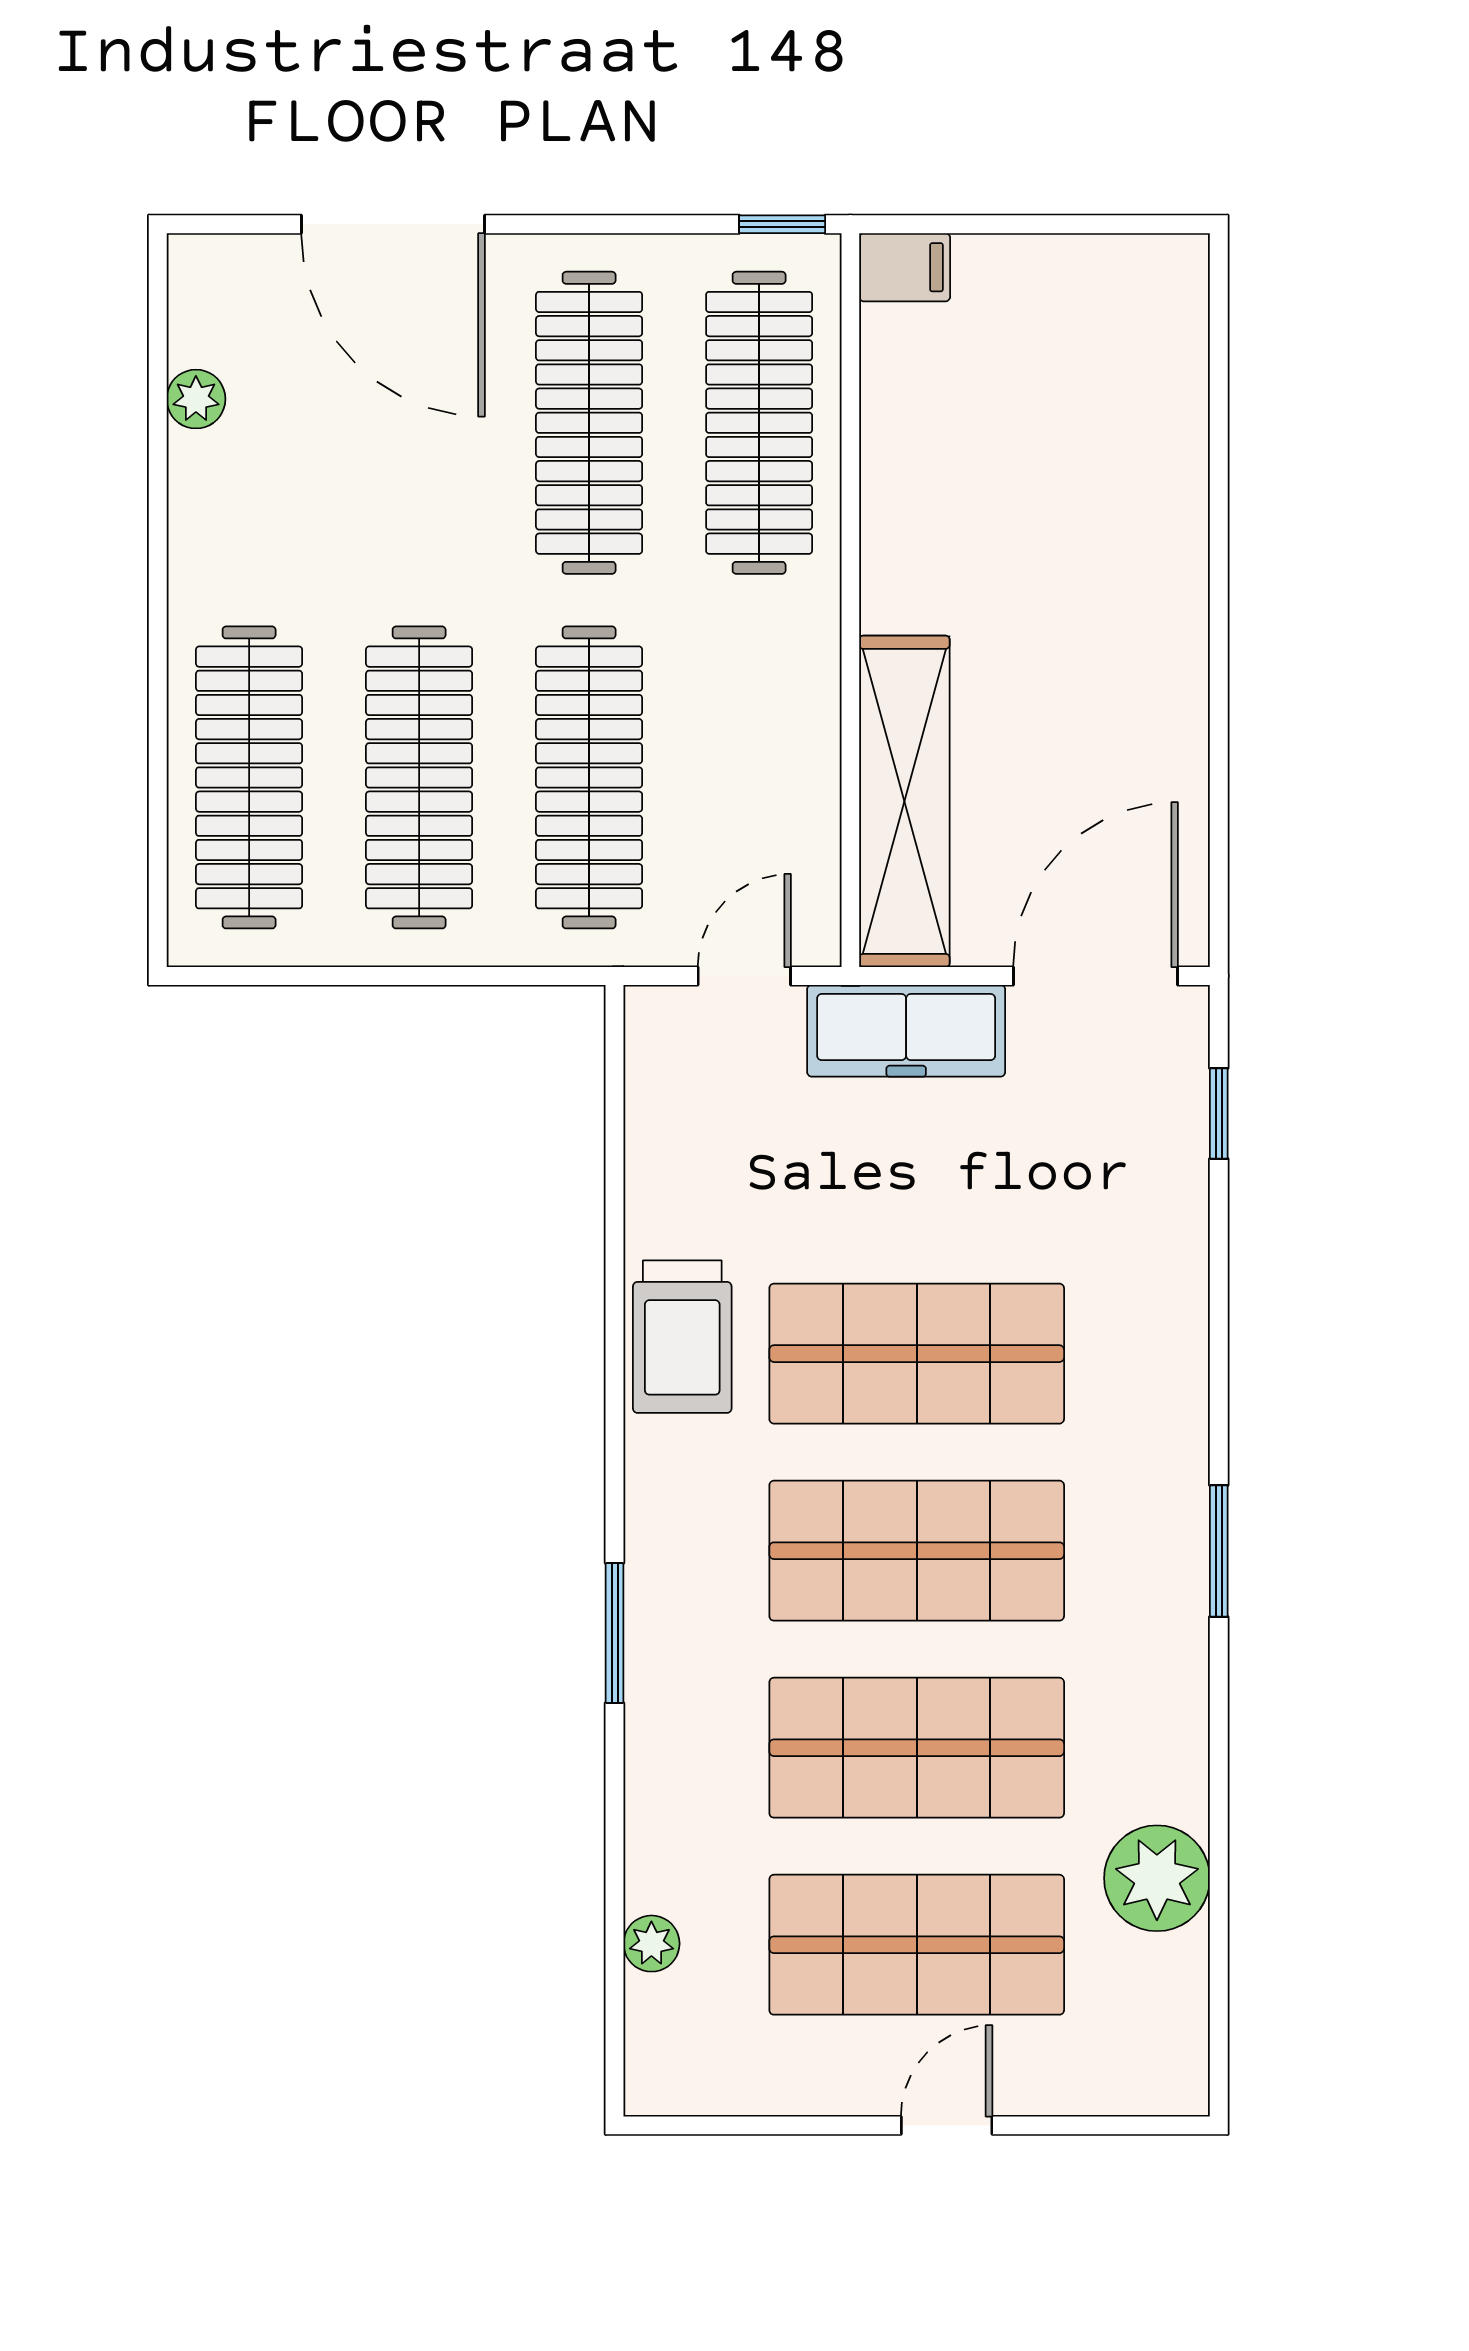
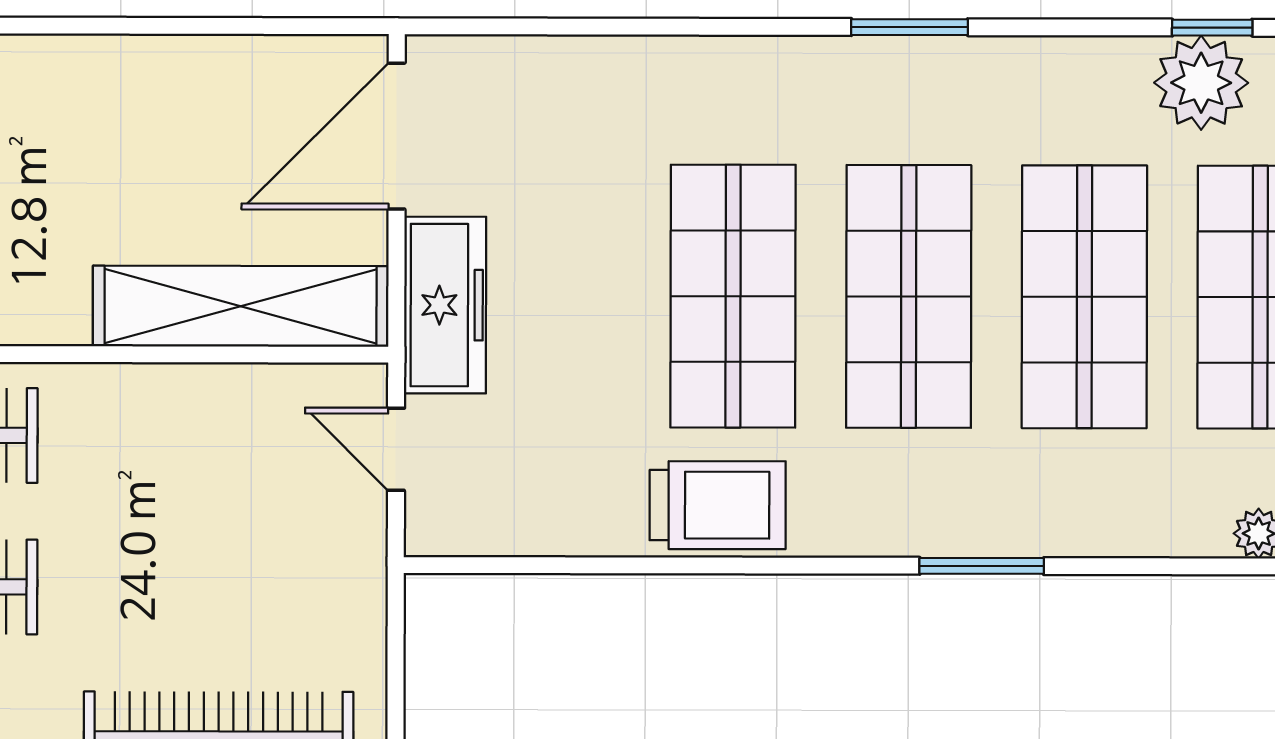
clothes rail: (589, 777) -> (219, 587), removed
door: (1096, 976) -> (397, 136), hinge flipped
window: (1219, 1114) -> (1212, 28), moved

